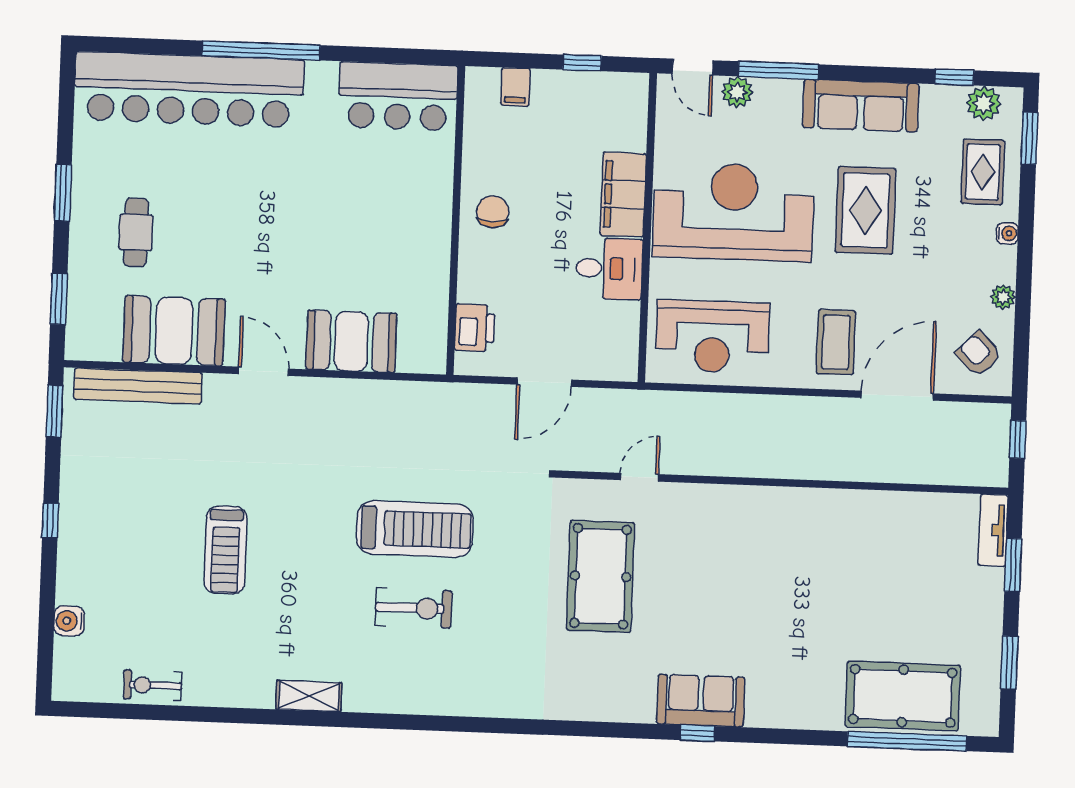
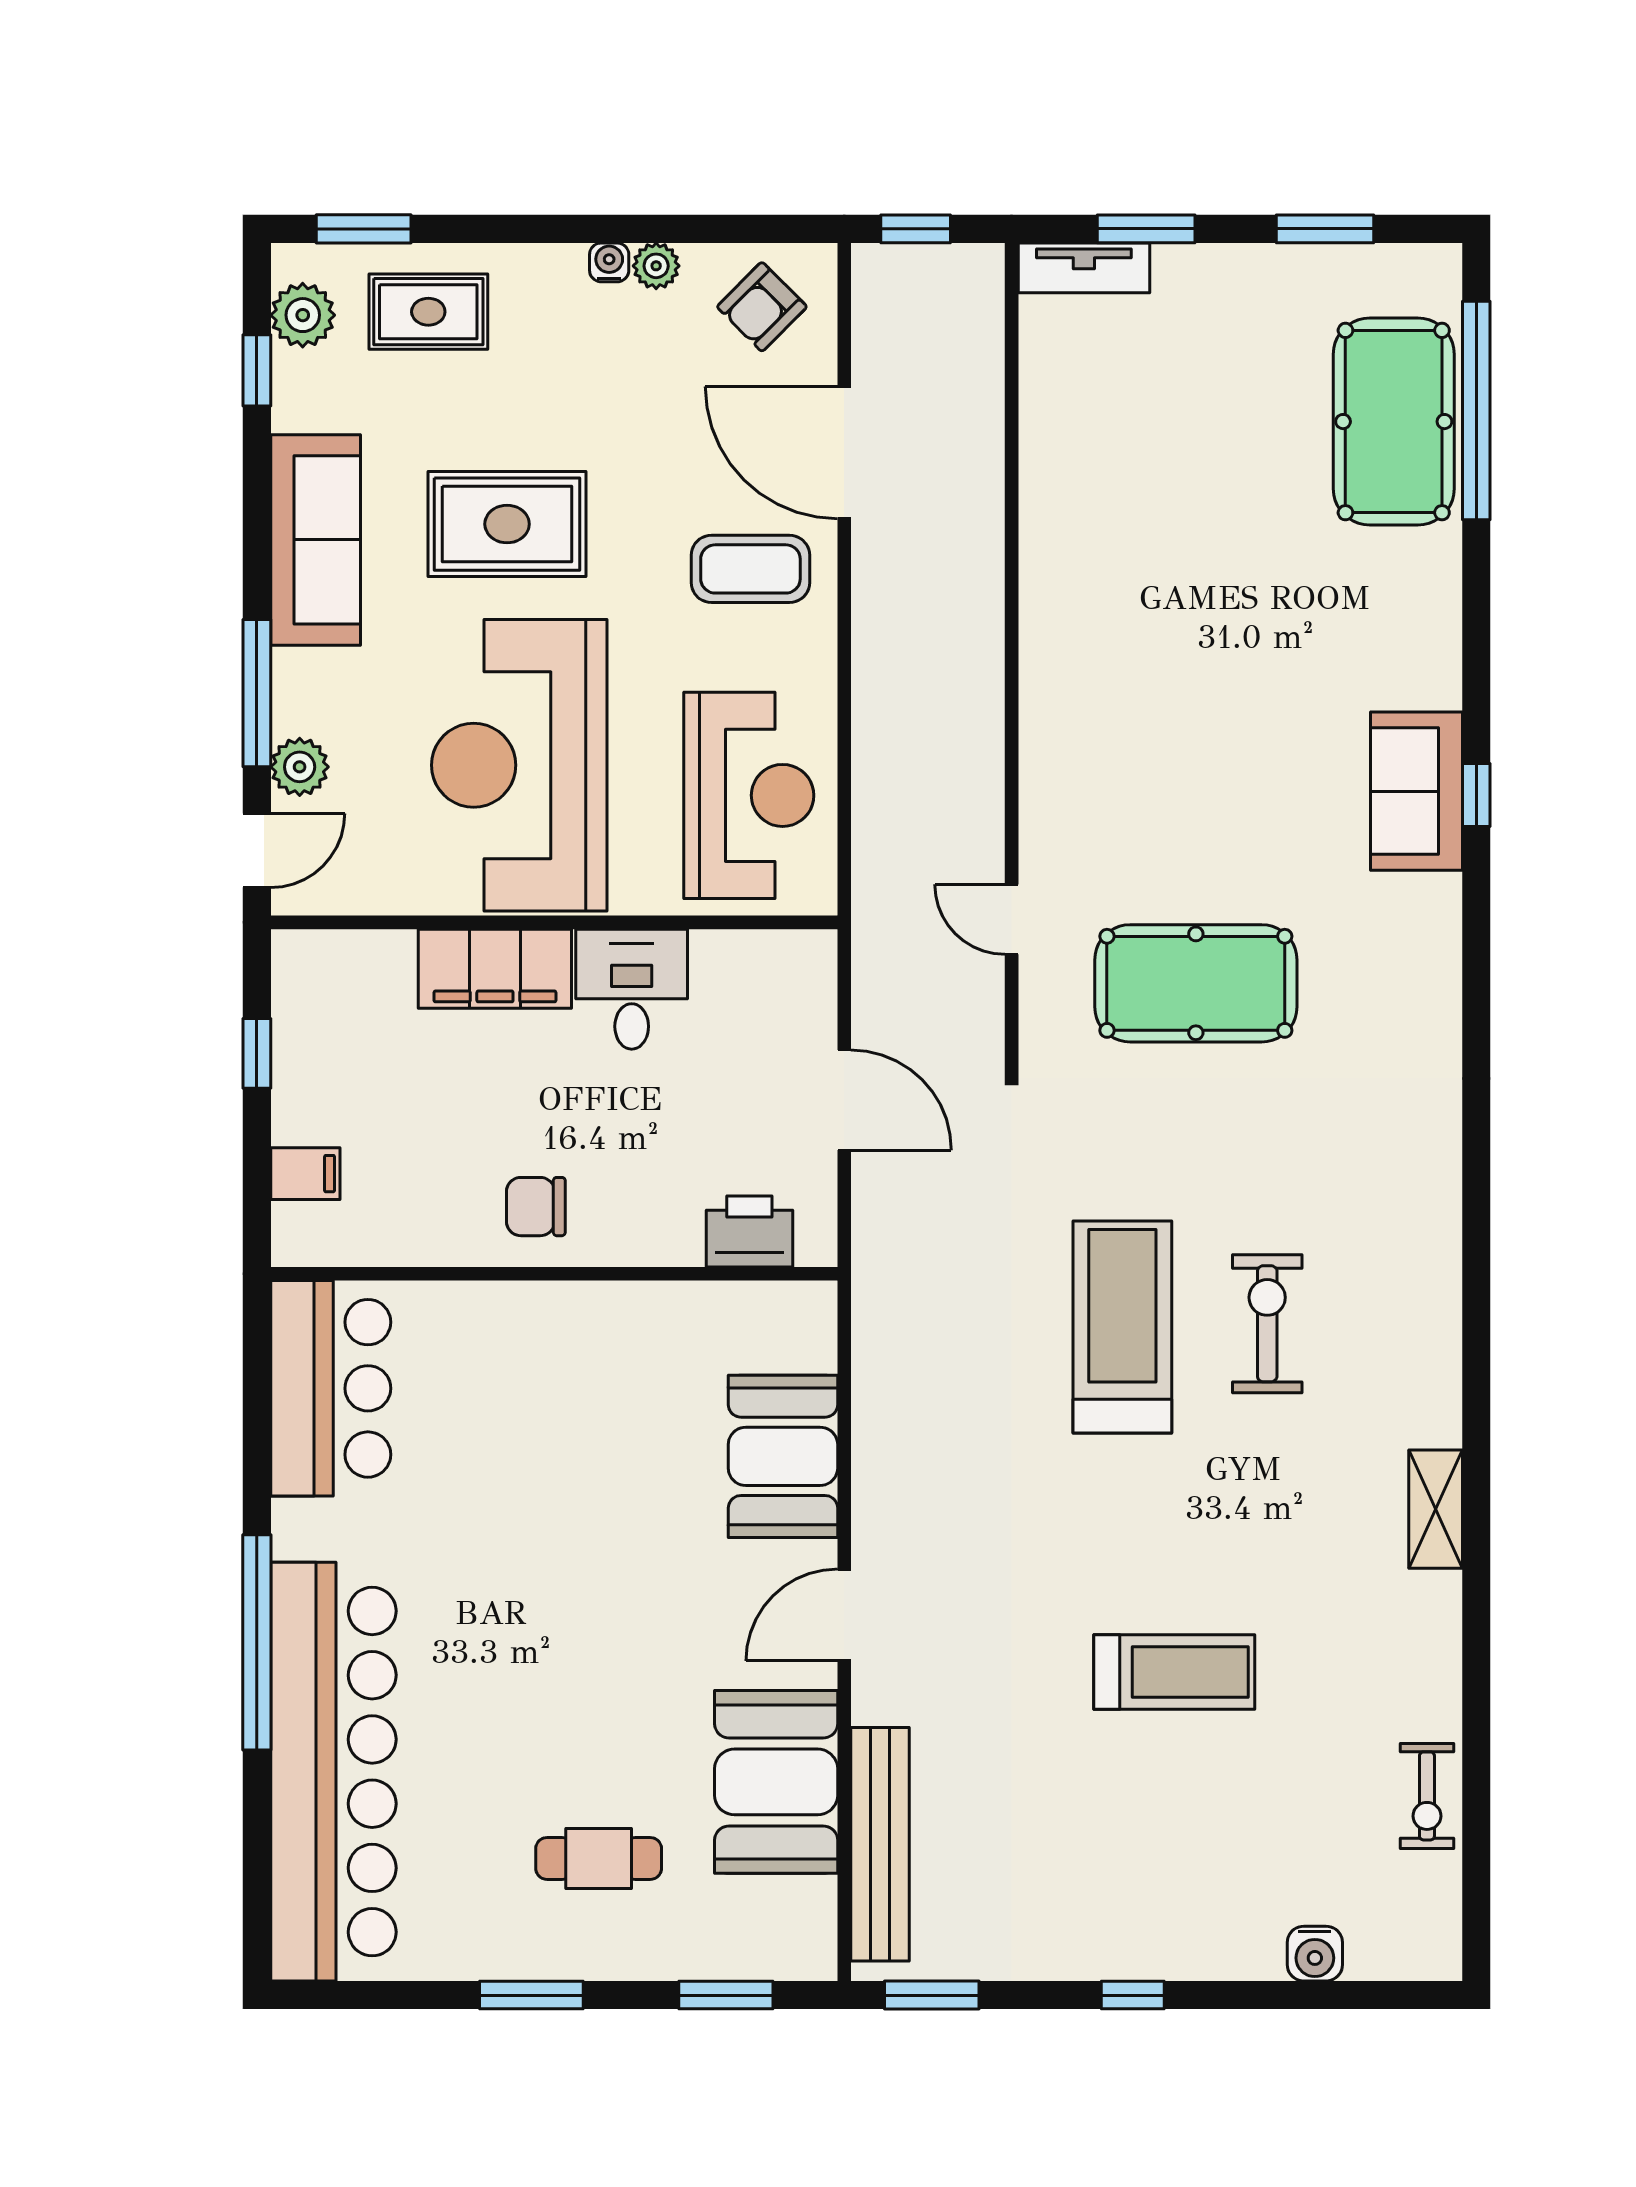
water cooler: (1007, 233) -> (609, 262), moved

